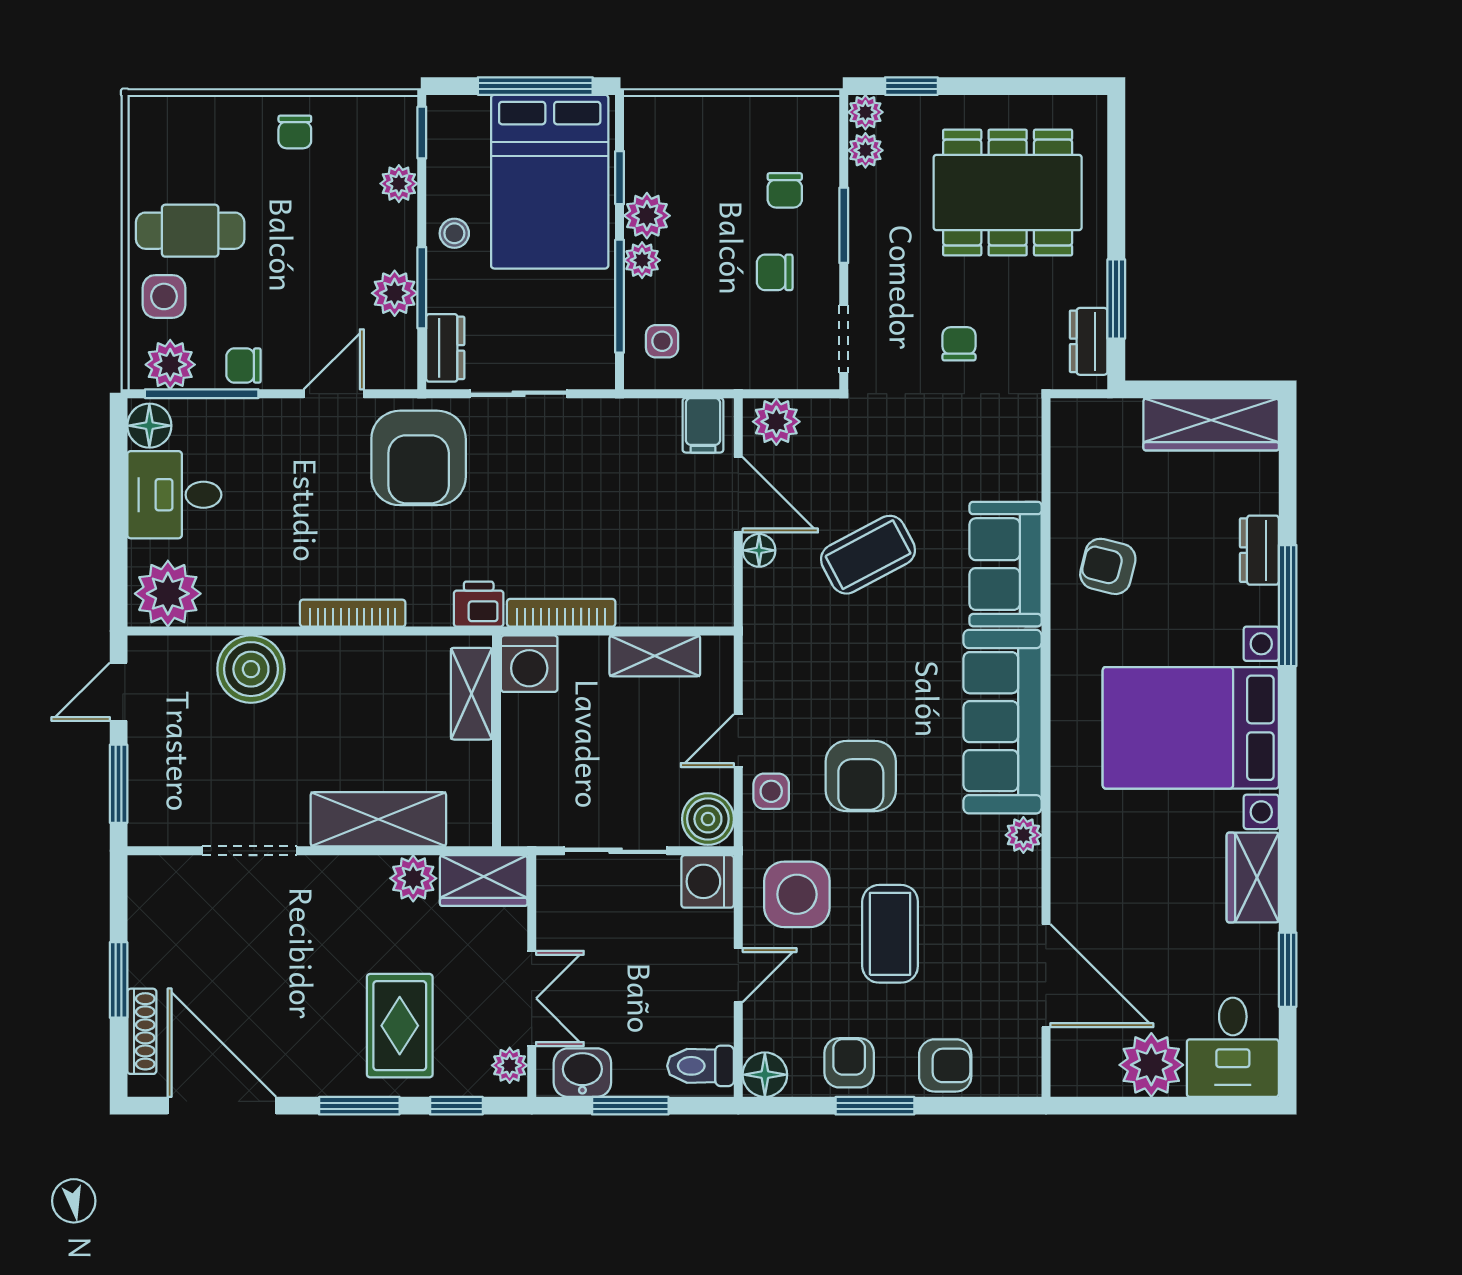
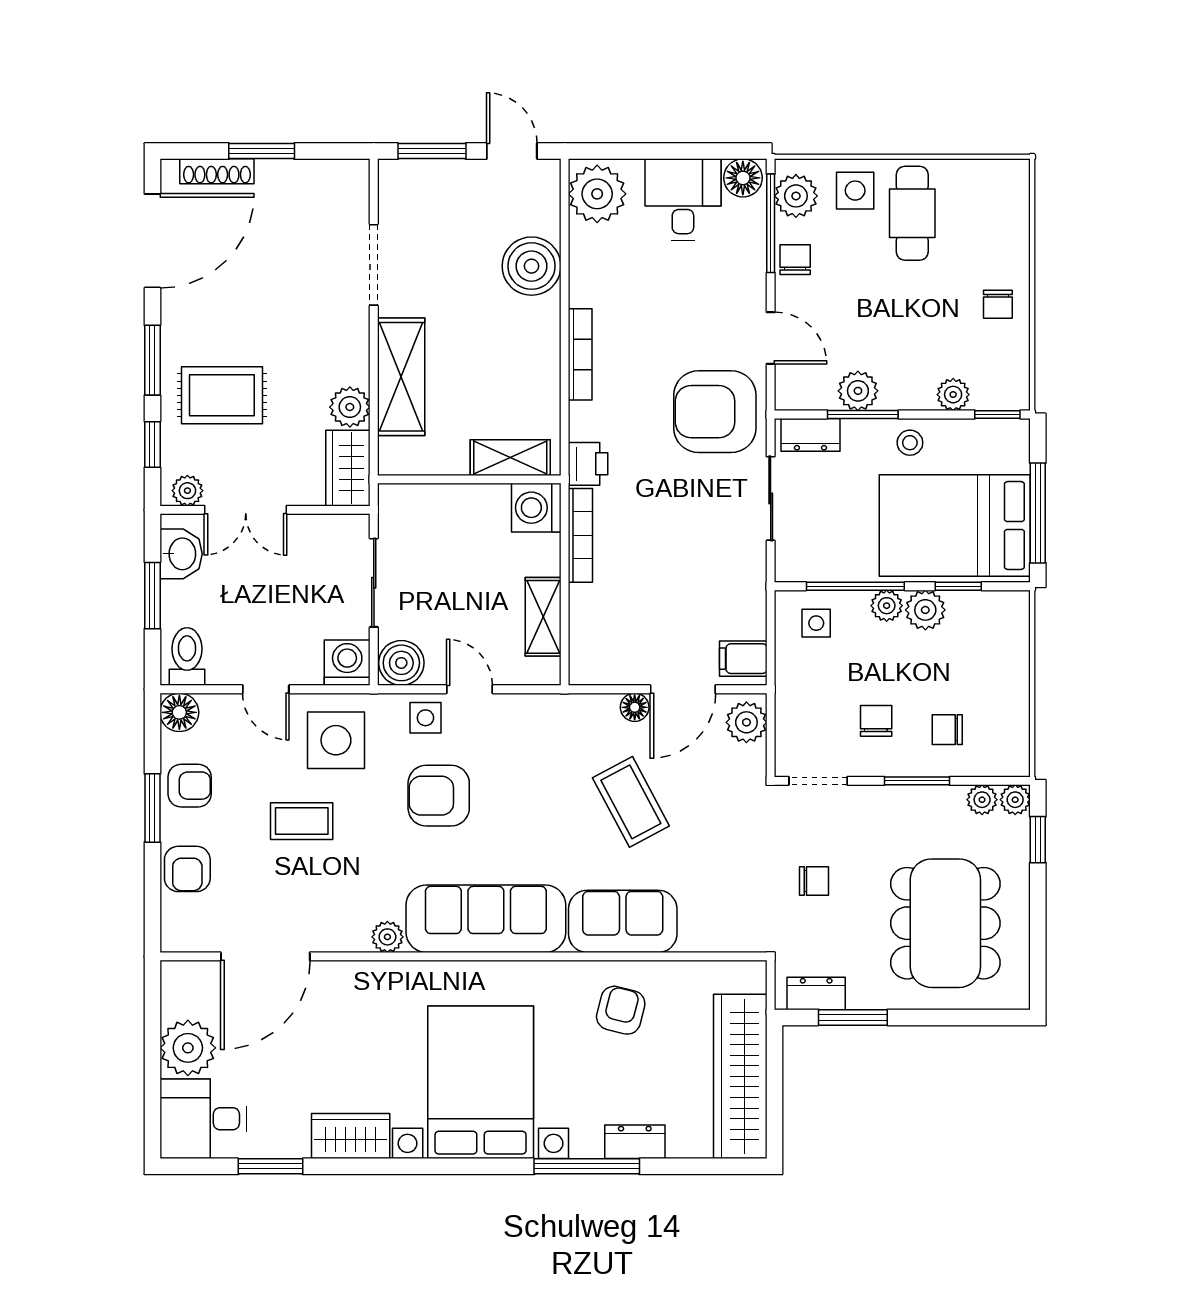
chair: (295, 132) -> (998, 304), turned -90
wardrobe: (1211, 424) -> (740, 1076), width x1.40, depth x1.17
coffee table: (890, 934) -> (302, 821), width x0.73, depth x0.77

